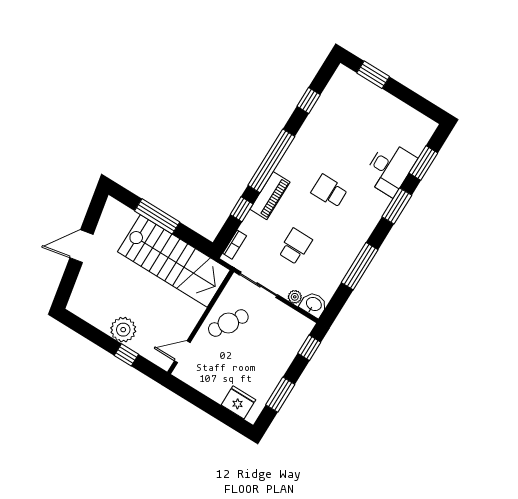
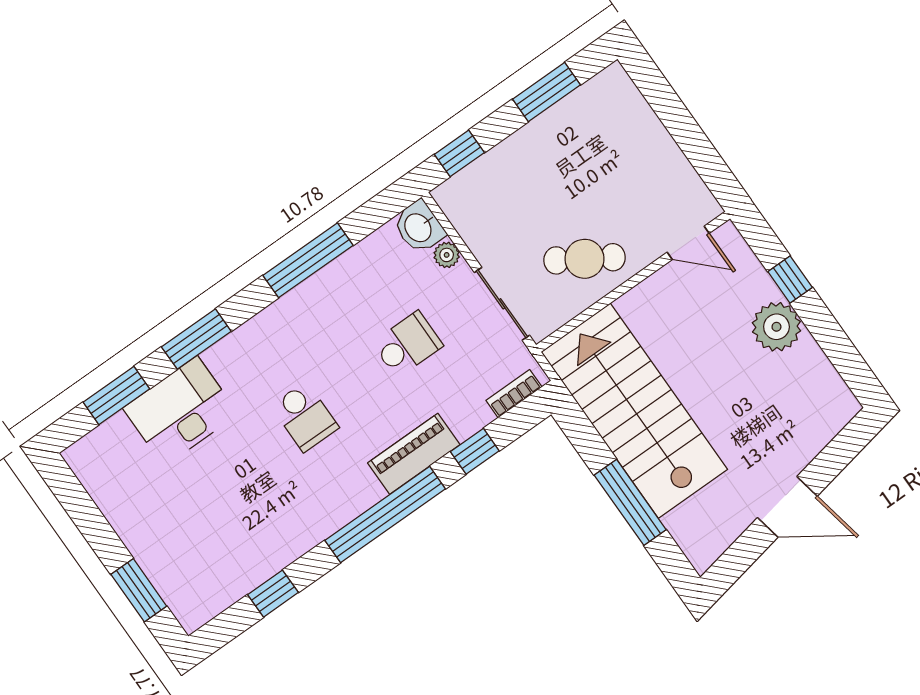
school desk: (295, 246) -> (408, 344), turned 180
fridge: (238, 402) -> (627, 110), removed

